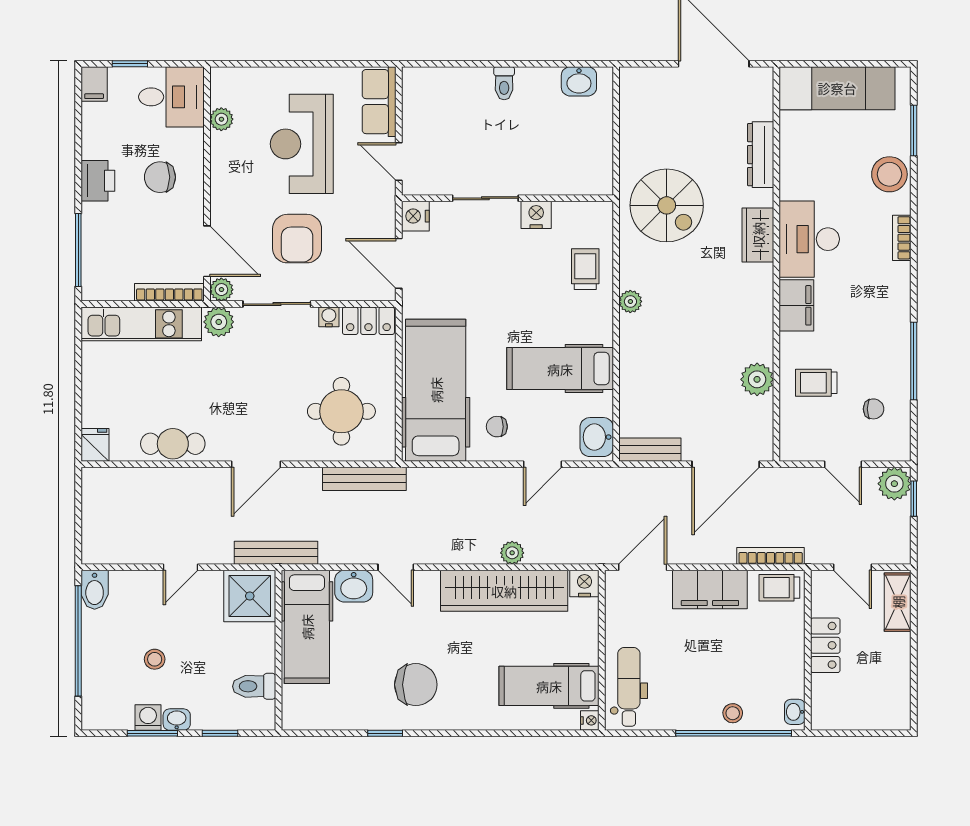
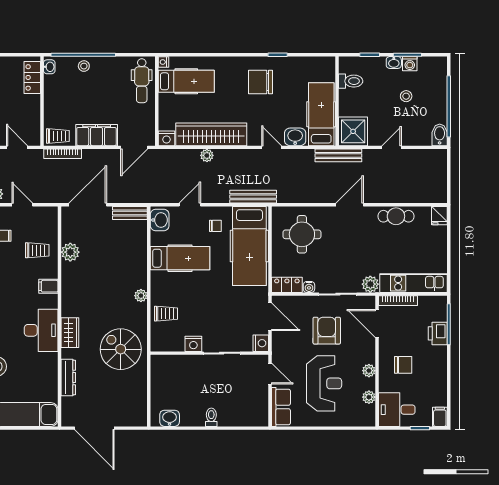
printer: (98, 181) -> (438, 333), moved
trolley: (585, 269) -> (166, 314), turned -90
plant: (221, 290) -> (369, 371), moved
filing cabinet: (796, 305) -> (48, 286), width x0.50
bench: (364, 479) -> (253, 197), moved
locker: (825, 645) -> (32, 77), moved

